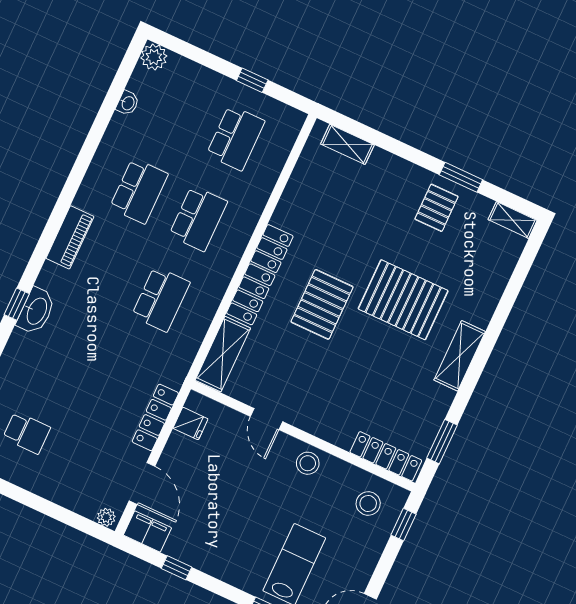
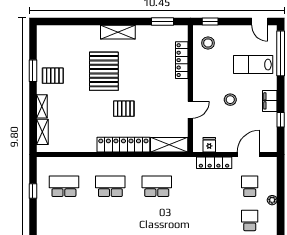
school desk: (139, 191) -> (250, 186), moved, width x0.54
shelving: (513, 220) -> (42, 106), moved
pallet: (322, 304) -> (124, 109), width x0.67, depth x0.71
locker: (386, 456) -> (182, 60), moved
stool: (308, 463) -> (230, 100), moved
plant: (106, 517) -> (272, 200), moved
filing cabinet: (147, 531) -> (270, 101), moved

